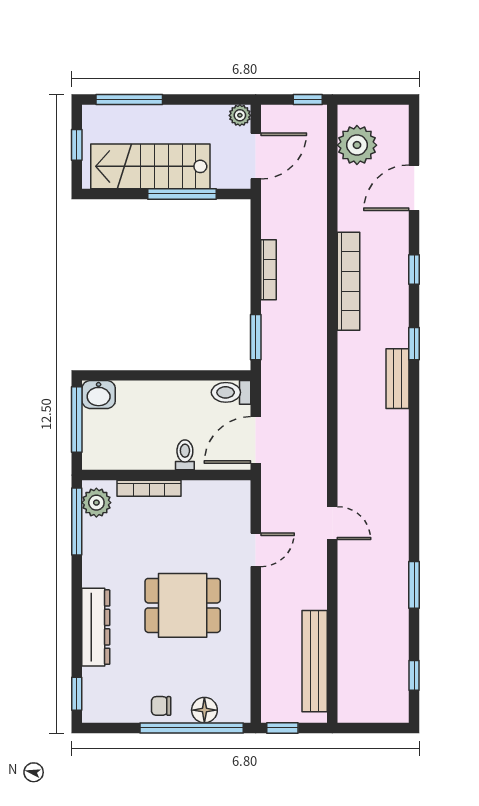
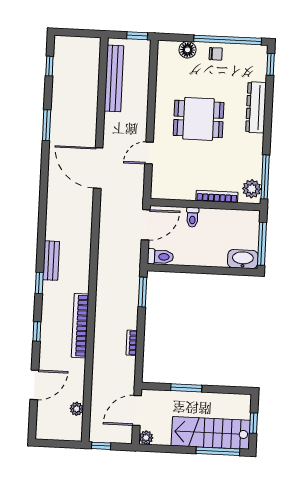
plant: (357, 145) -> (77, 409), width x0.53, depth x0.53
stairs: (150, 166) -> (211, 433), moved, turned 180
window: (182, 194) -> (186, 388), width x0.69
bookcase: (269, 270) -> (132, 343), width x0.64
washbasin: (99, 395) -> (243, 259), width x1.38
door: (332, 523) -> (98, 168), width x1.87
window: (192, 728) -> (228, 40), moved

